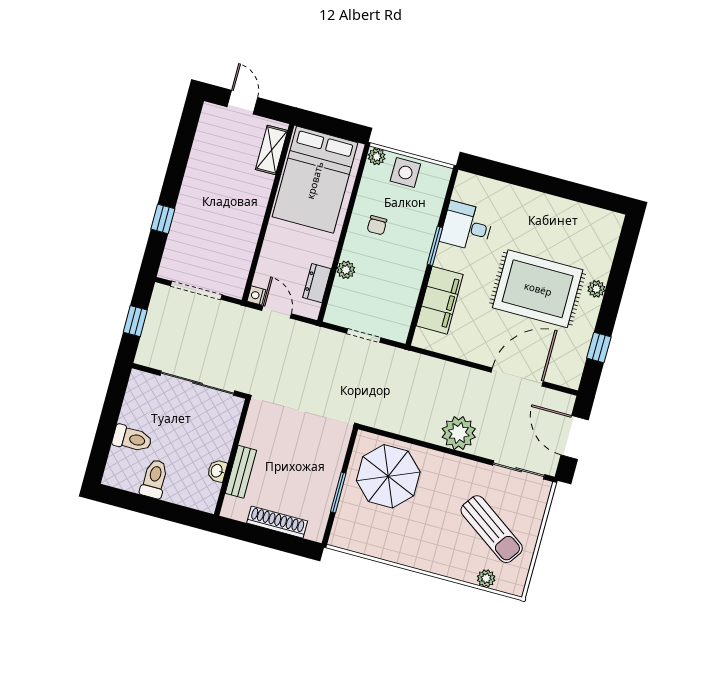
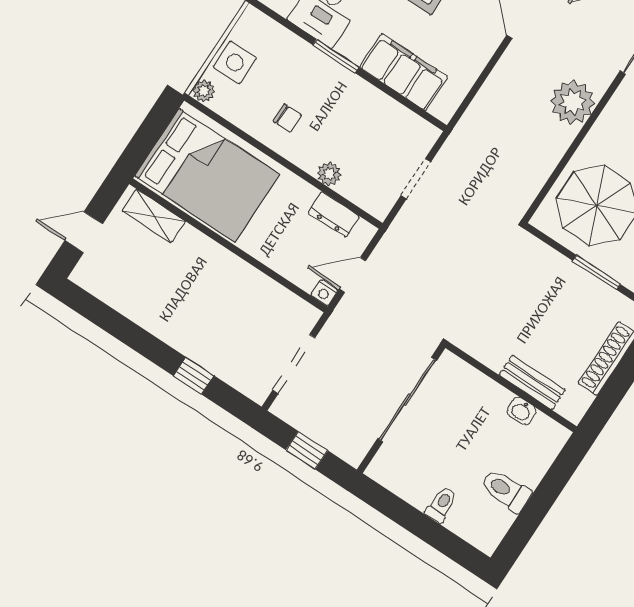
toilet: (132, 439) -> (441, 505), width x0.73, depth x0.72

